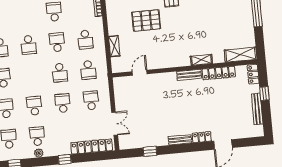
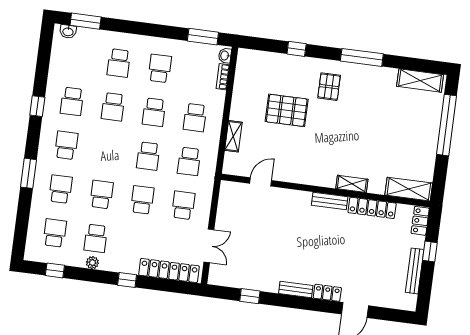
school desk: (26, 14) -> (119, 63), added
school desk: (57, 42) -> (154, 112), turned 180
school desk: (37, 136) -> (96, 238), turned 180

